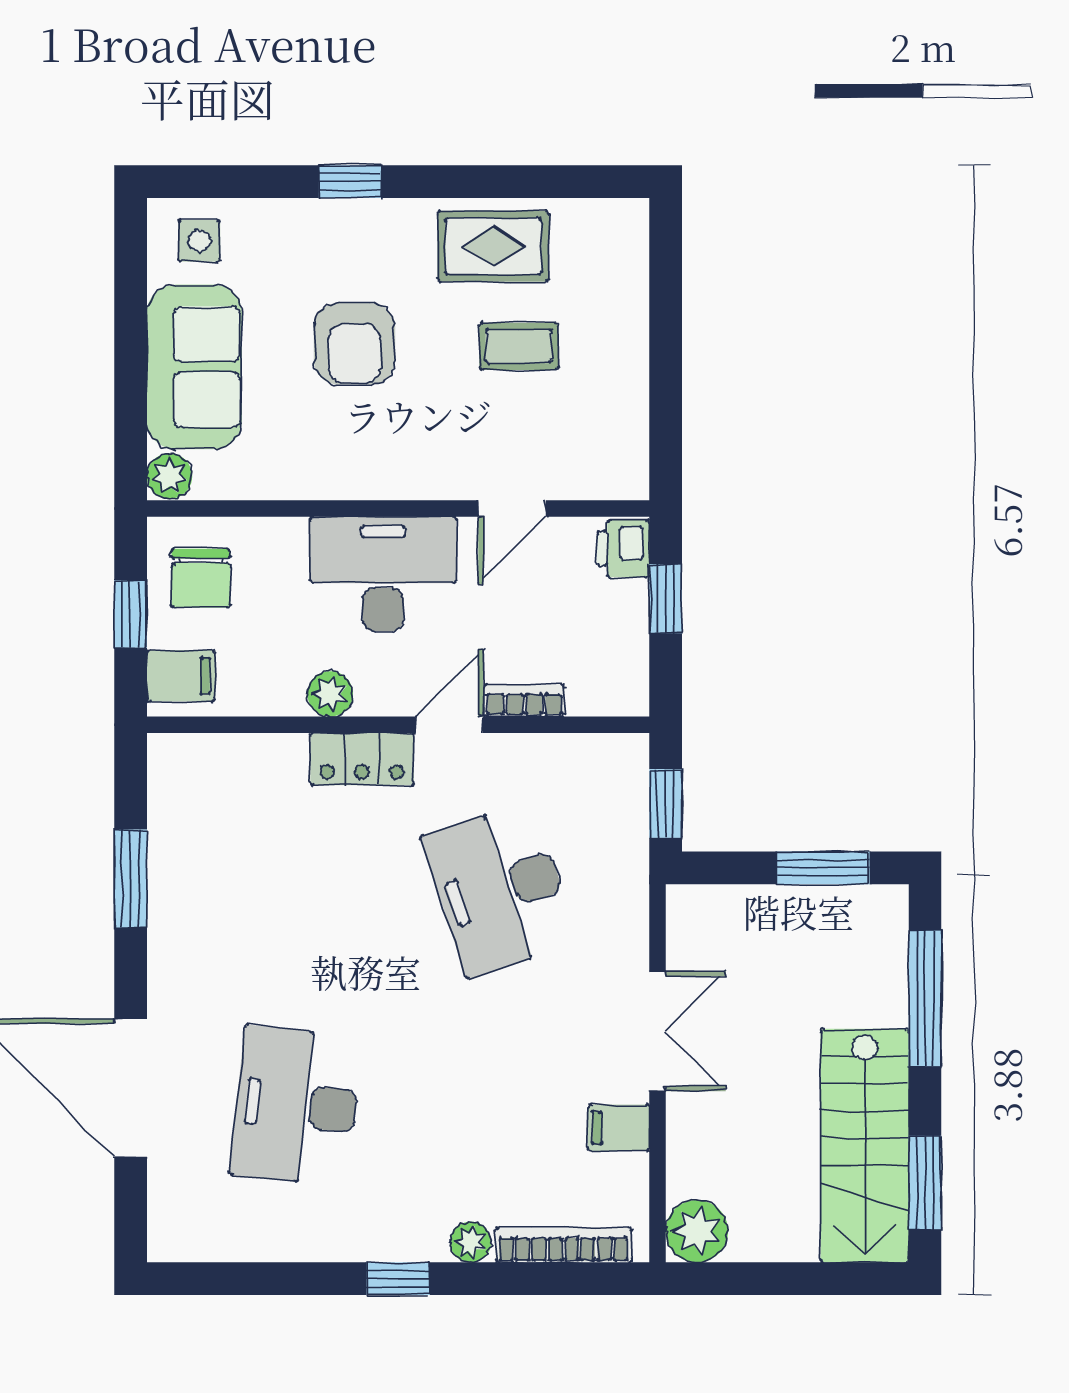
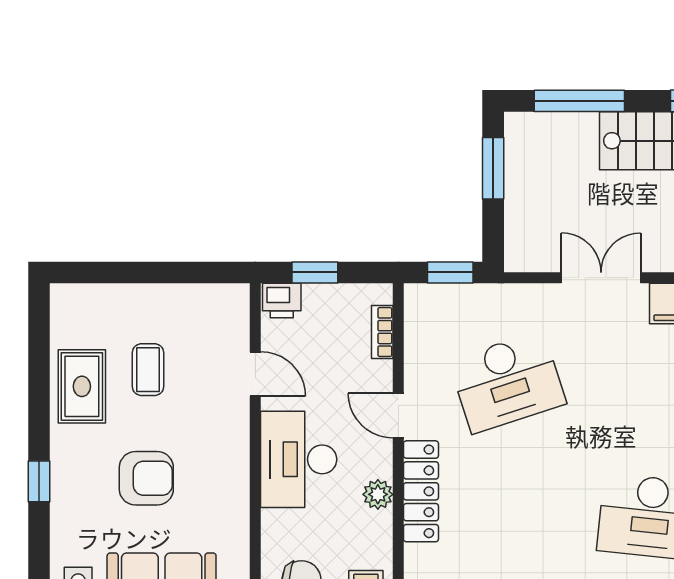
bookcase: (524, 701) -> (382, 332), moved
locker: (362, 759) -> (421, 491), width x1.53

